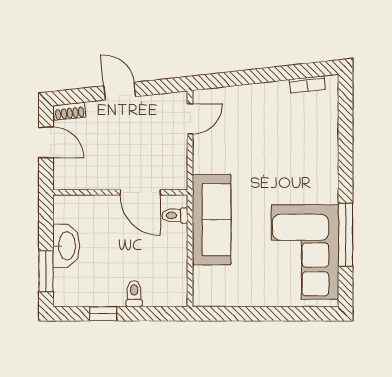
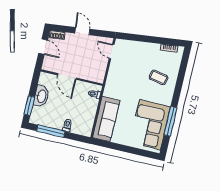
door: (190, 119) -> (112, 51), swing flipped
coffee table: (300, 150) -> (159, 77), added
door: (140, 192) -> (67, 76), moved
sofa: (212, 220) -> (106, 119), moved
window: (103, 314) -> (51, 131), width x2.17

